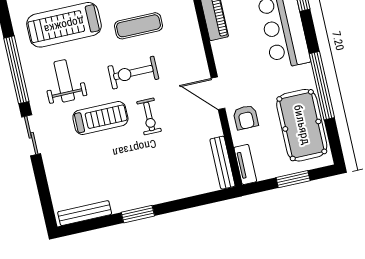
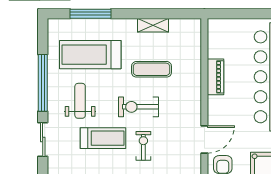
door: (218, 93) -> (204, 140), swing flipped
exercise bike: (149, 117) -> (143, 146), turned 180

